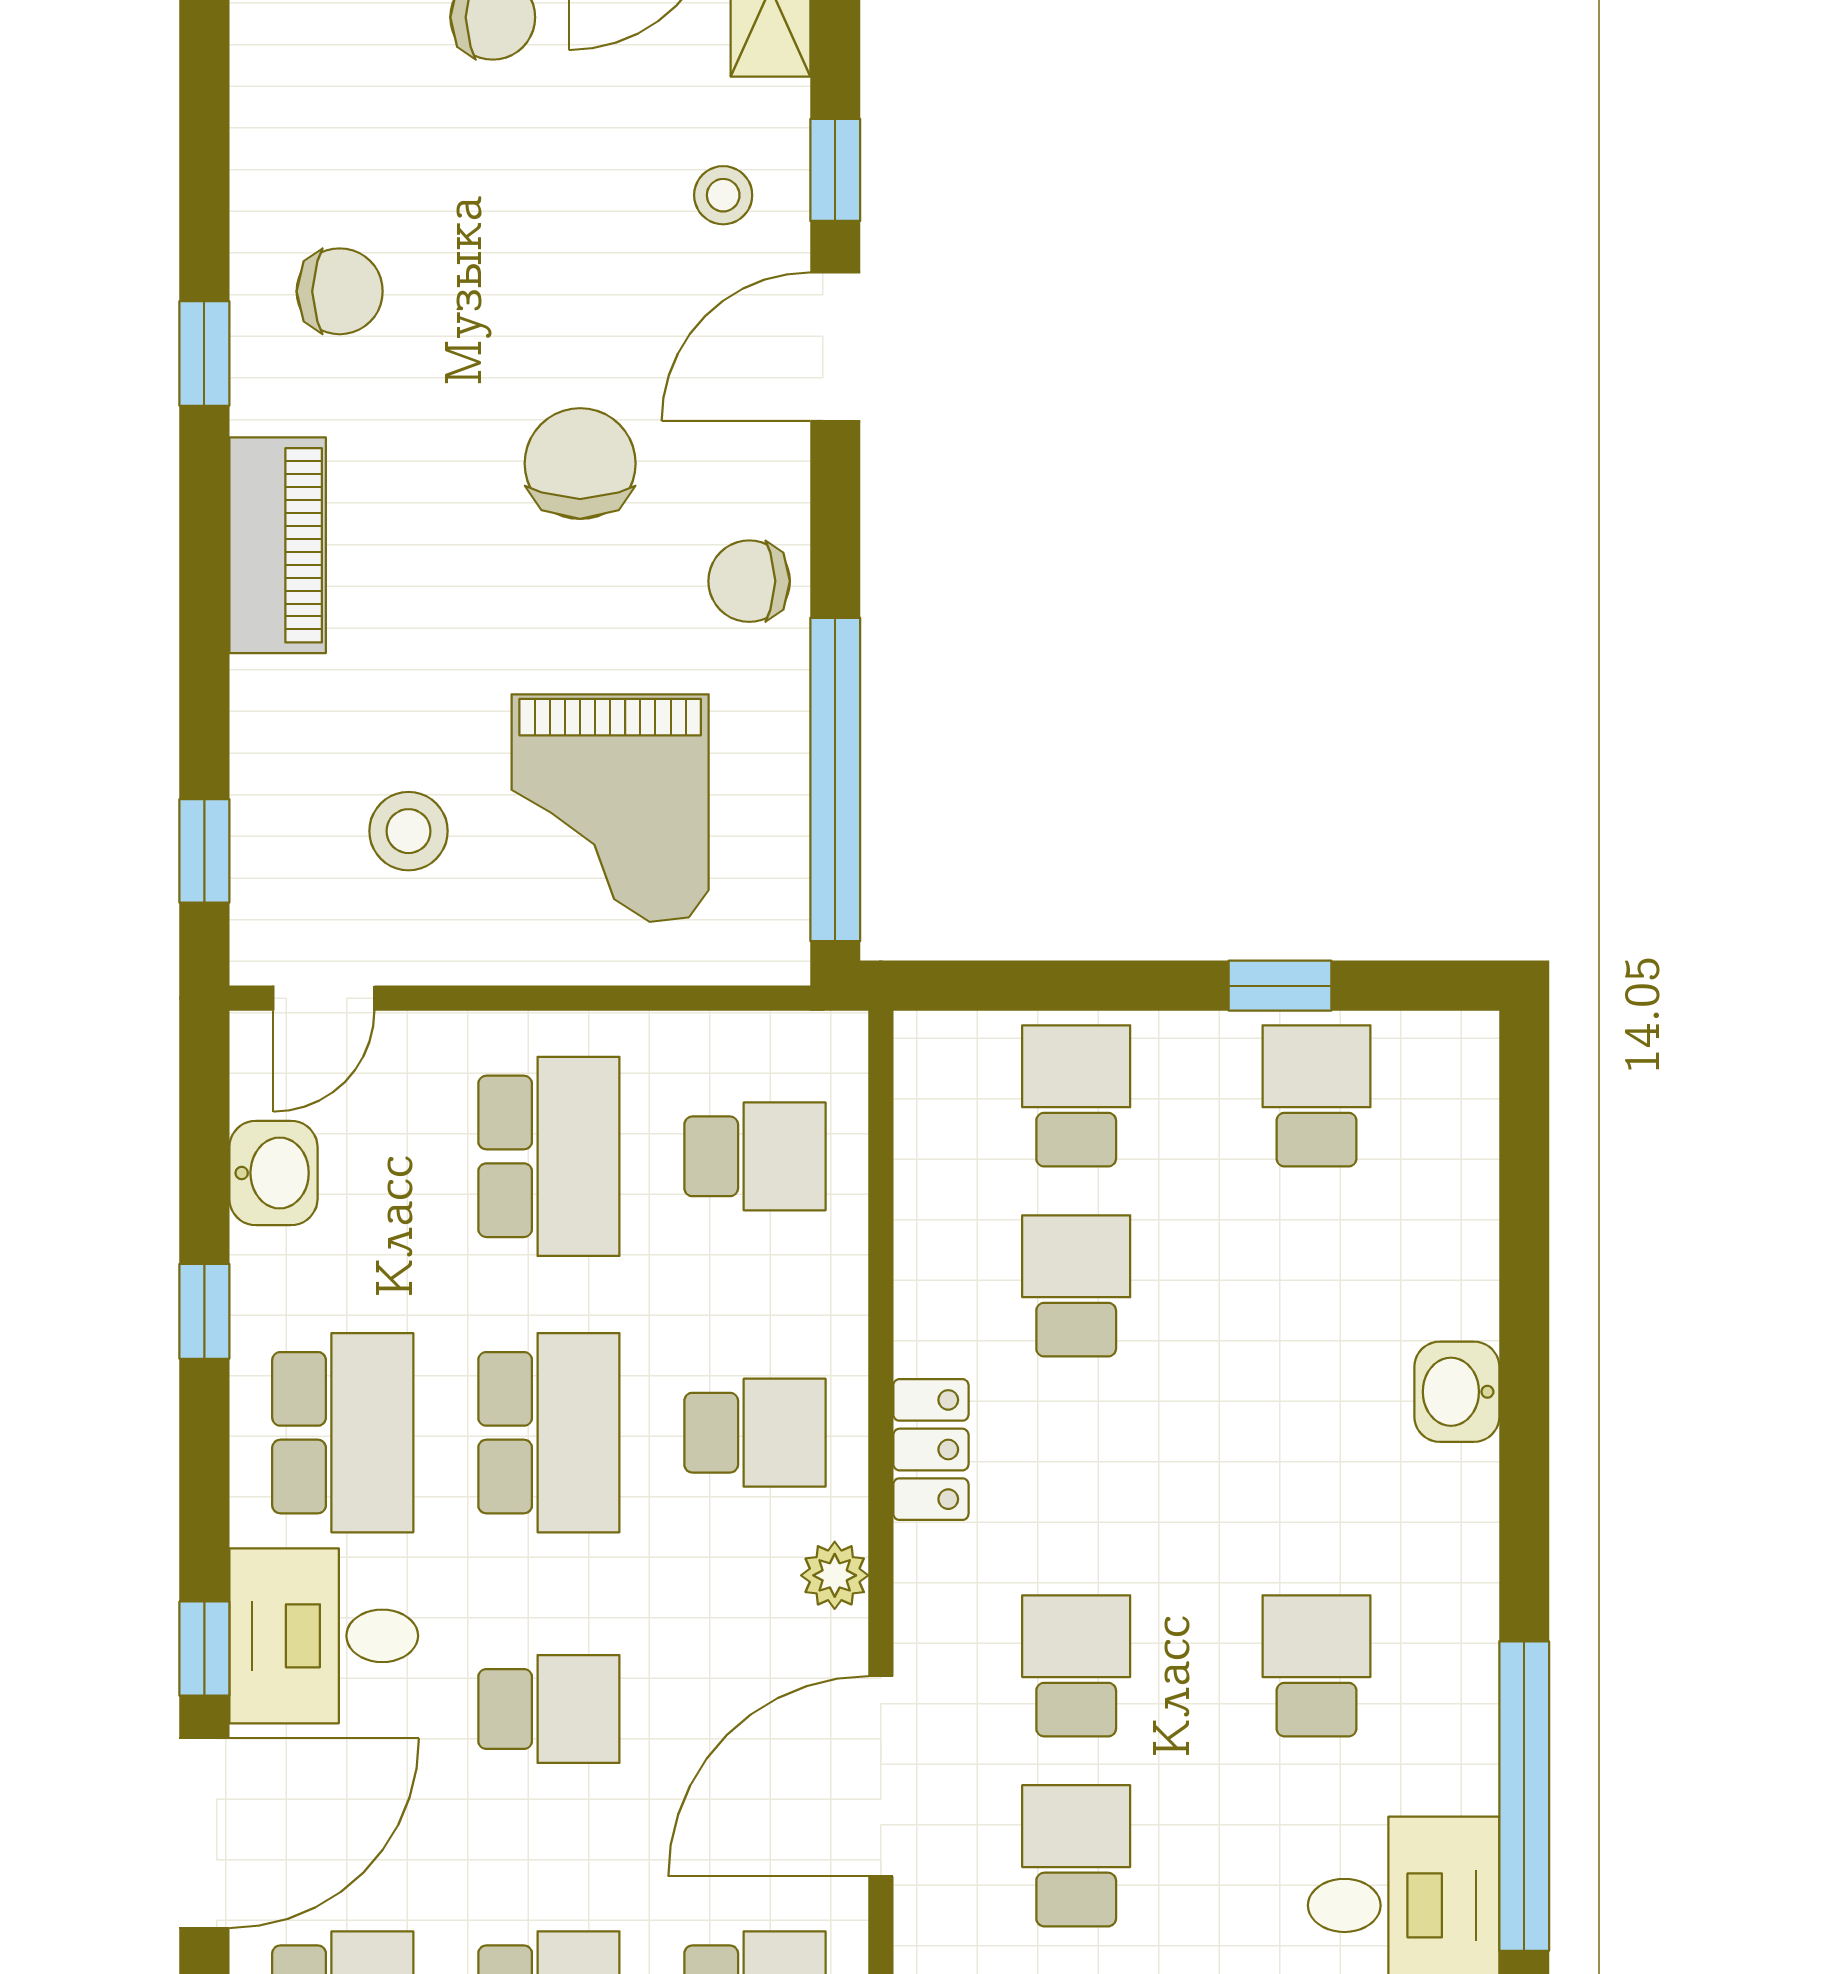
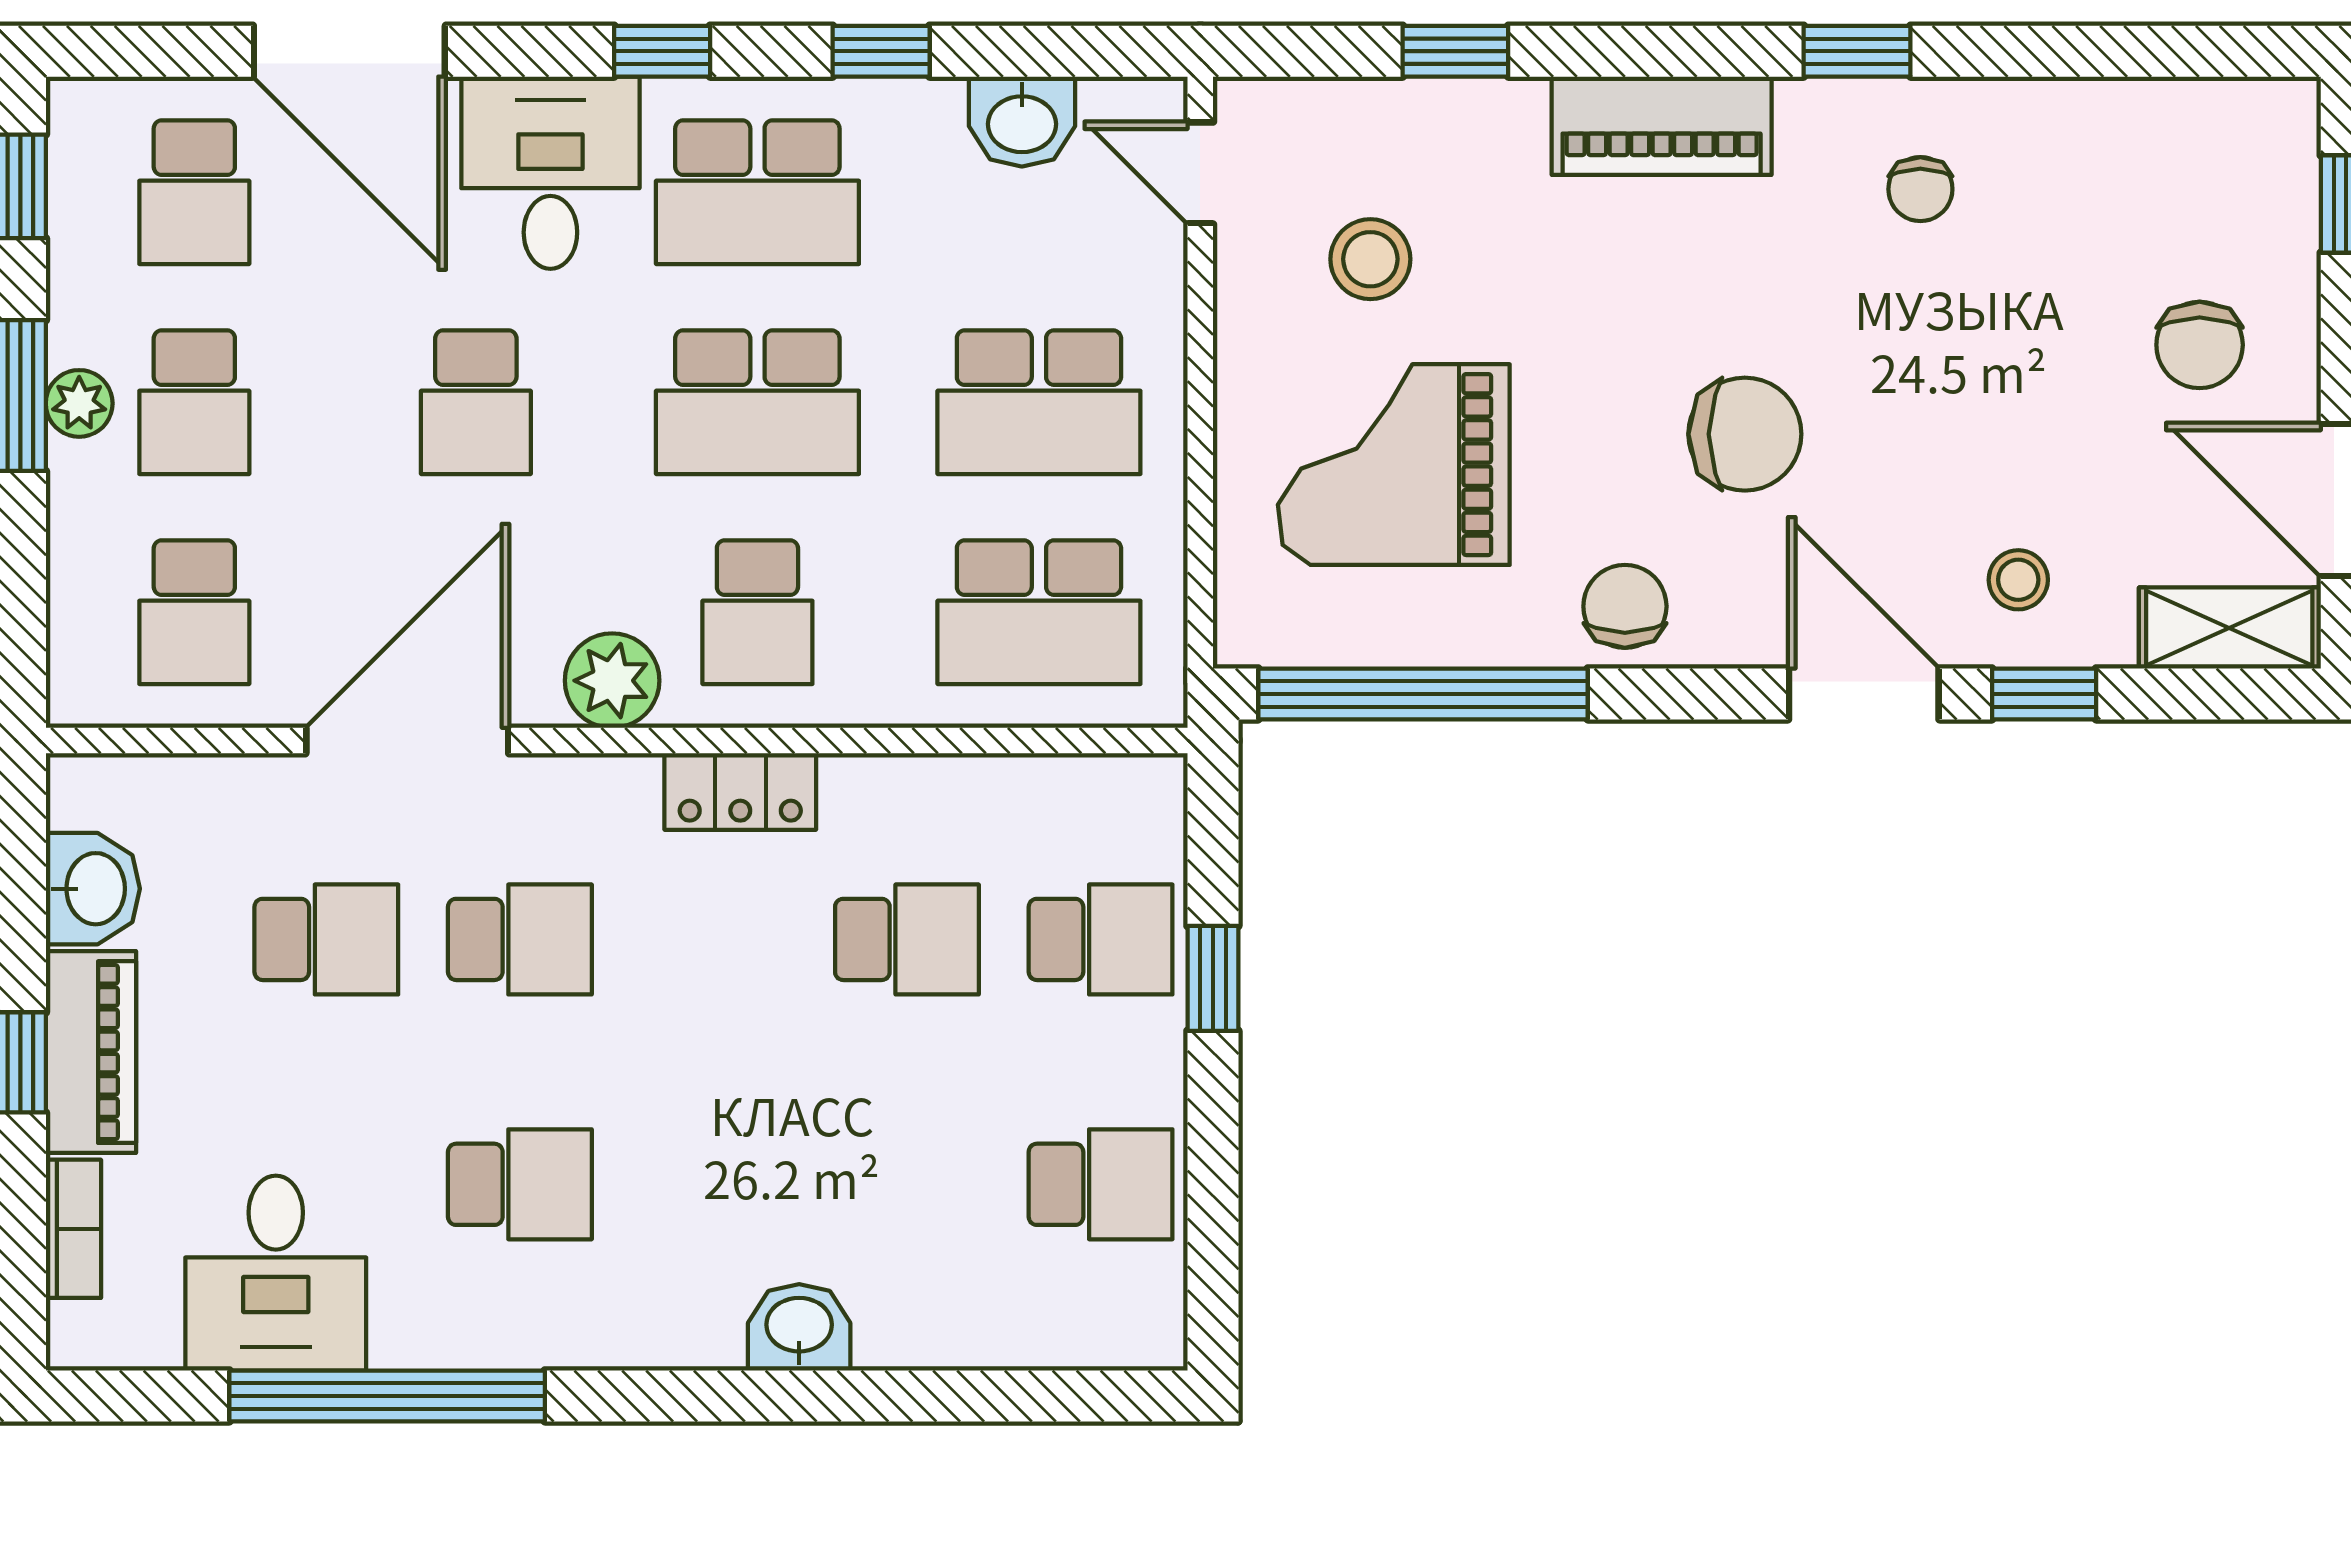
chair: (340, 291) -> (1920, 189), width x0.73, depth x0.73
window: (204, 851) -> (1455, 51), moved
window: (1280, 986) -> (1213, 978), moved
school desk: (755, 1156) -> (1039, 612), width x1.85
plant: (835, 1575) -> (612, 681), width x1.38, depth x1.38
window: (204, 1649) -> (662, 51), moved
door: (881, 1776) -> (407, 740), hinge flipped

